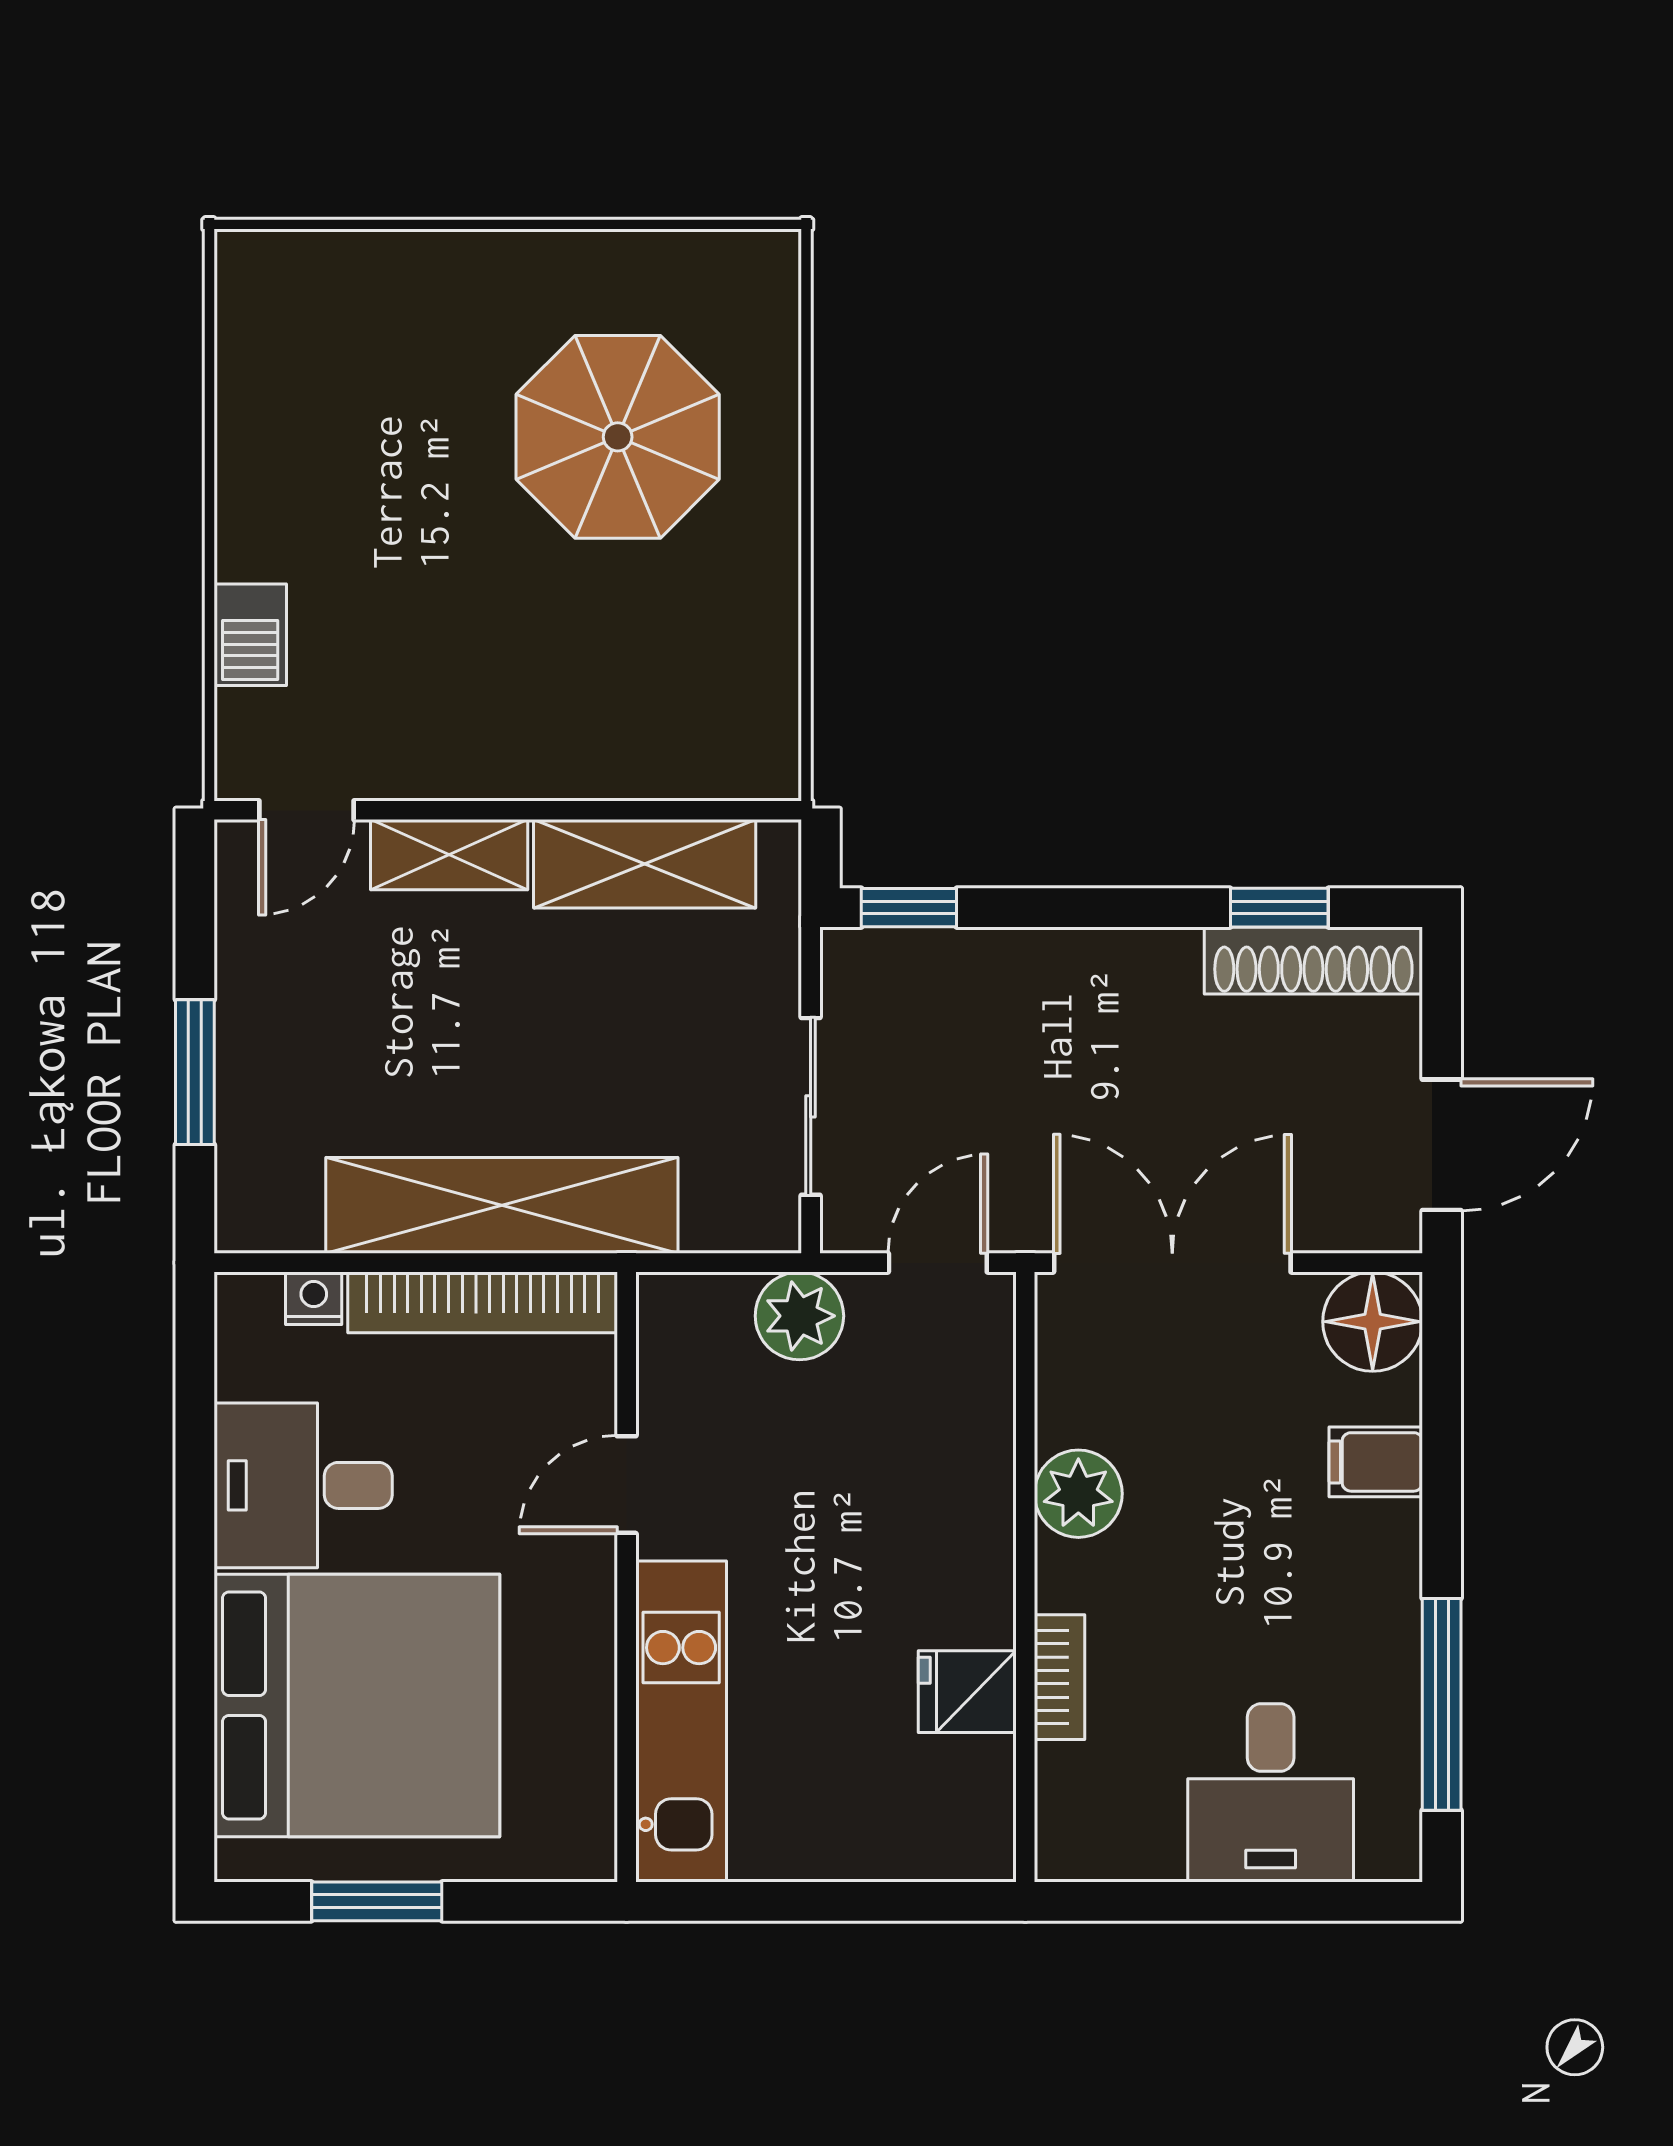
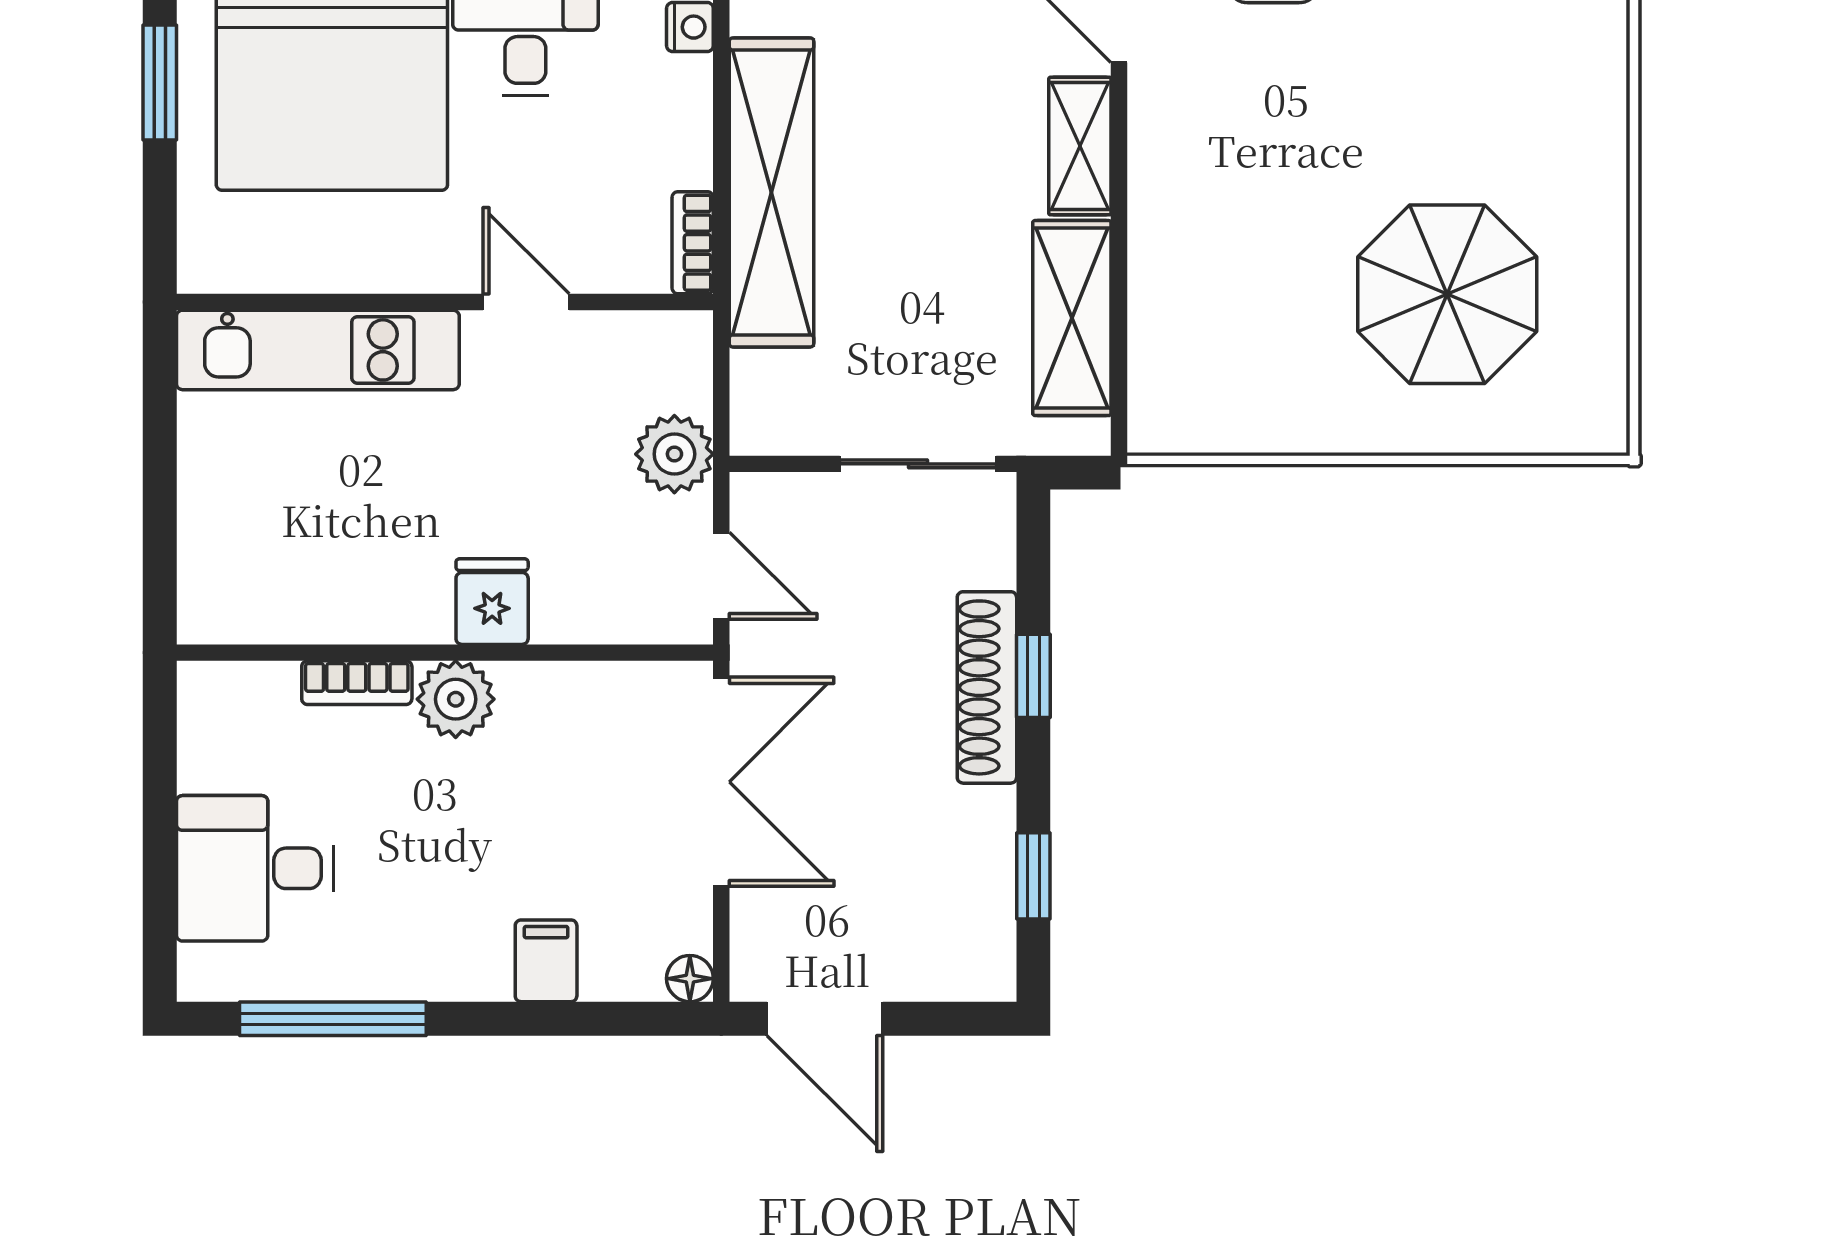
window: (909, 908) -> (1033, 676), moved
shoe rack: (1313, 960) -> (987, 687), moved
sliding door: (811, 1106) -> (918, 464), moved
bookcase: (483, 1302) -> (693, 243), width x0.43, depth x0.76
floor lamp: (1373, 1322) -> (690, 979), width x0.53, depth x0.53
plant: (1078, 1494) -> (456, 699), moved
fridge: (967, 1692) -> (492, 602), moved

